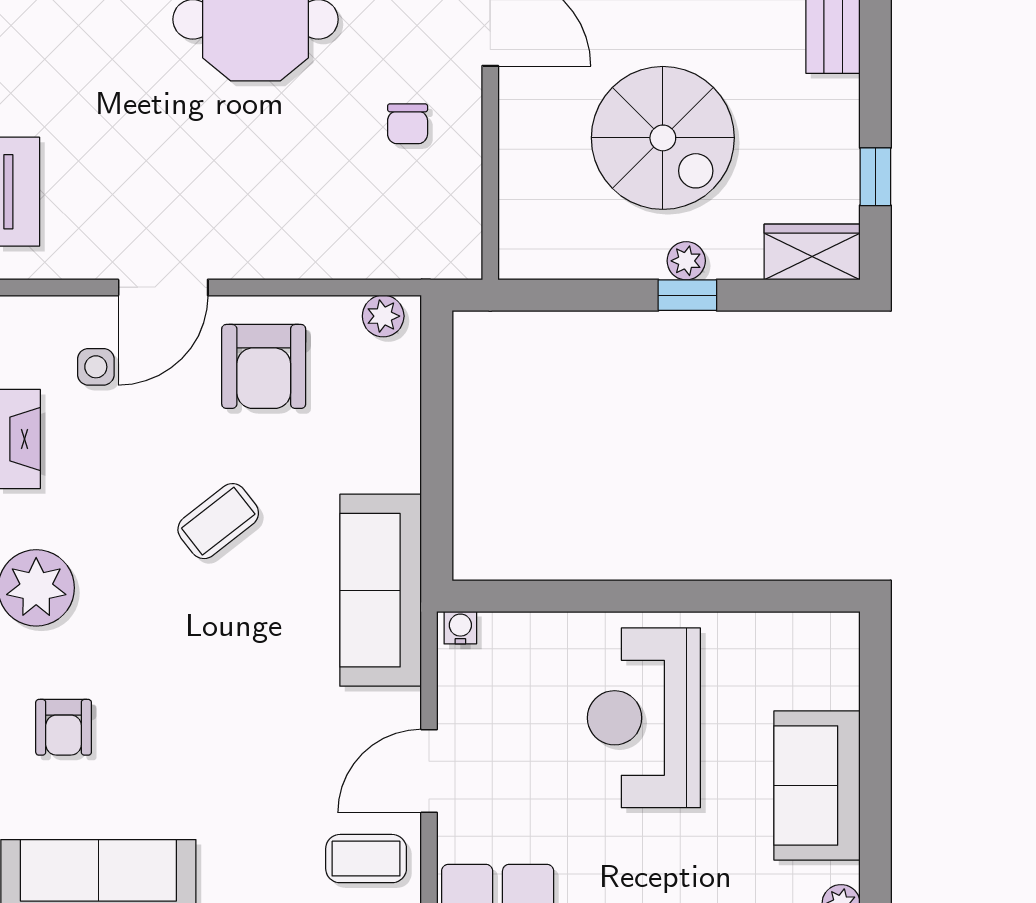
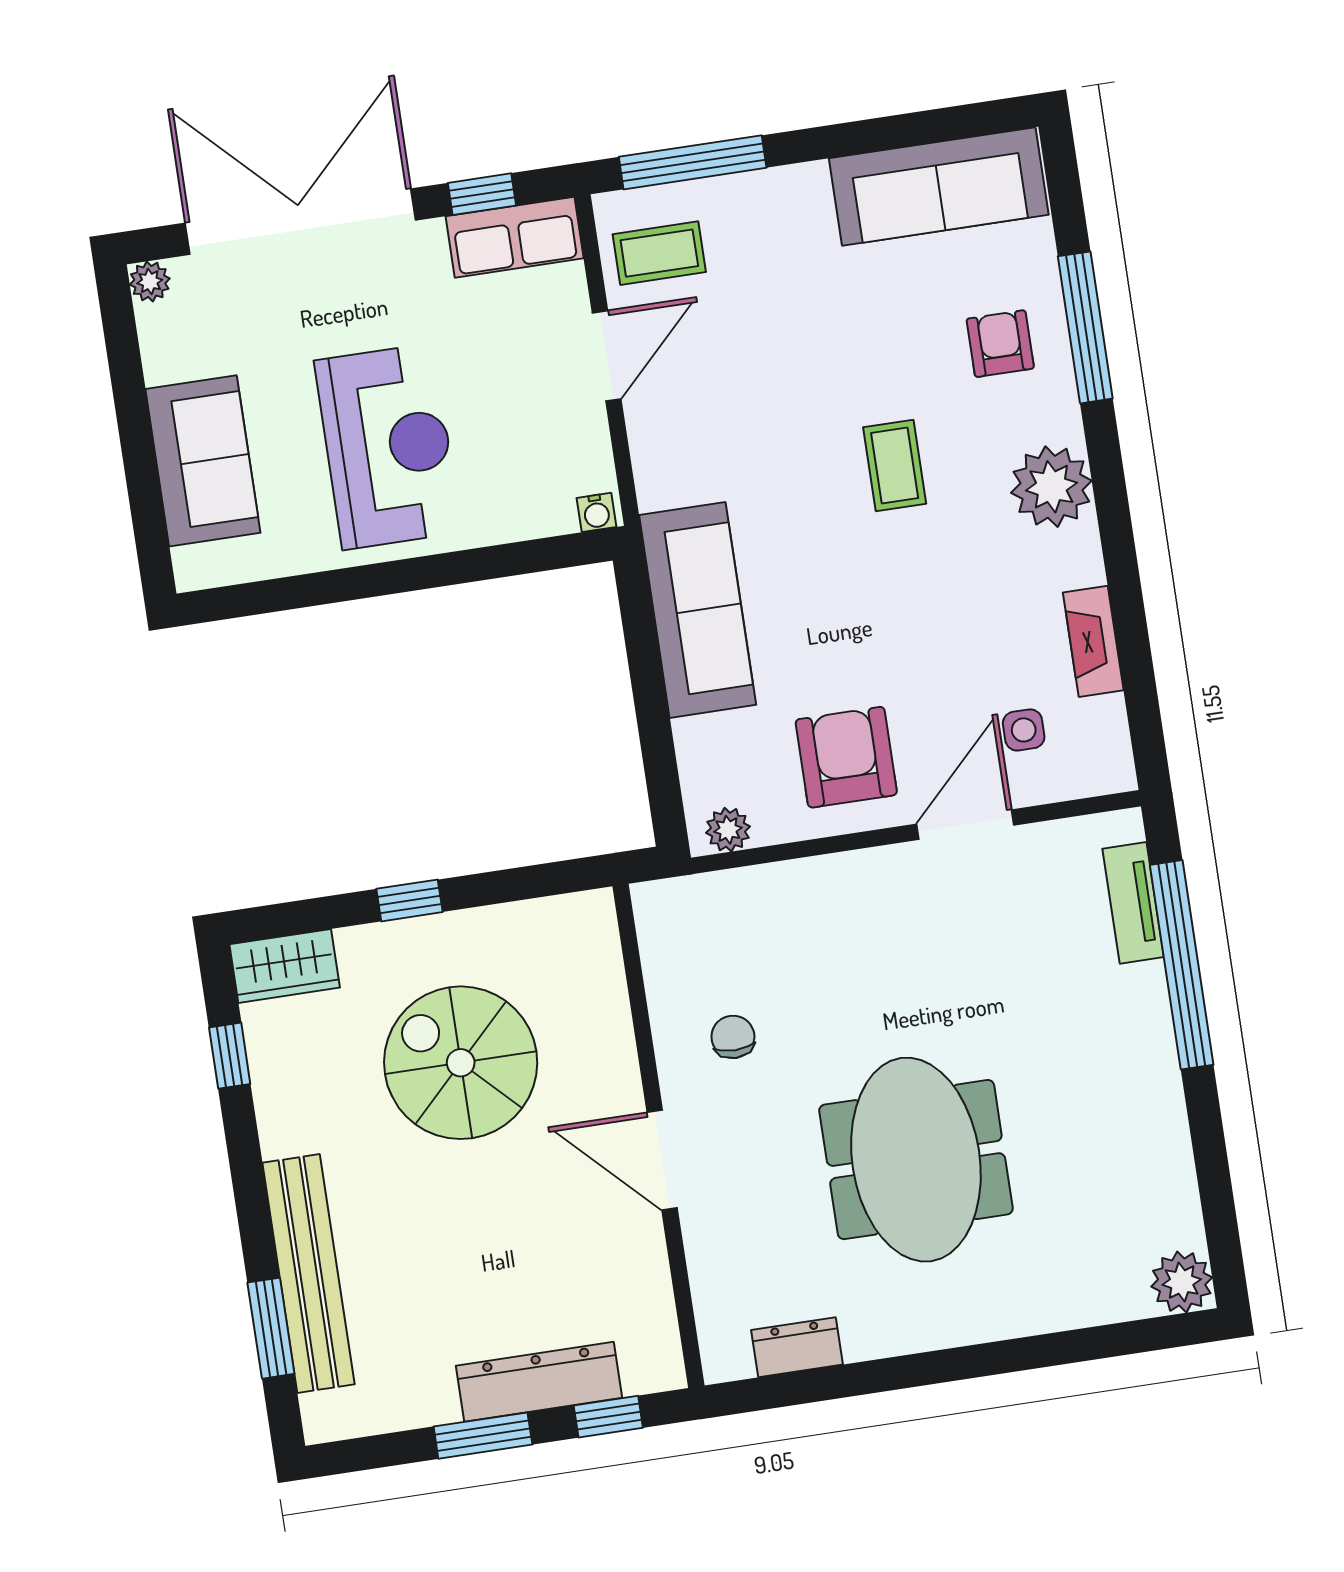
plant: (686, 261) -> (416, 937), removed
coffee table: (218, 521) -> (895, 466), moved, turned -52
sofa: (381, 590) -> (698, 610), moved
sofa: (817, 785) -> (203, 461), moved

